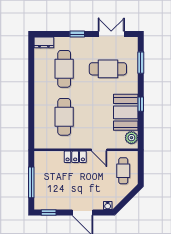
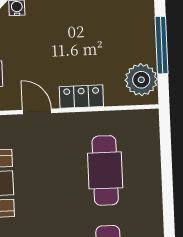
plant: (43, 164) -> (141, 80), added

